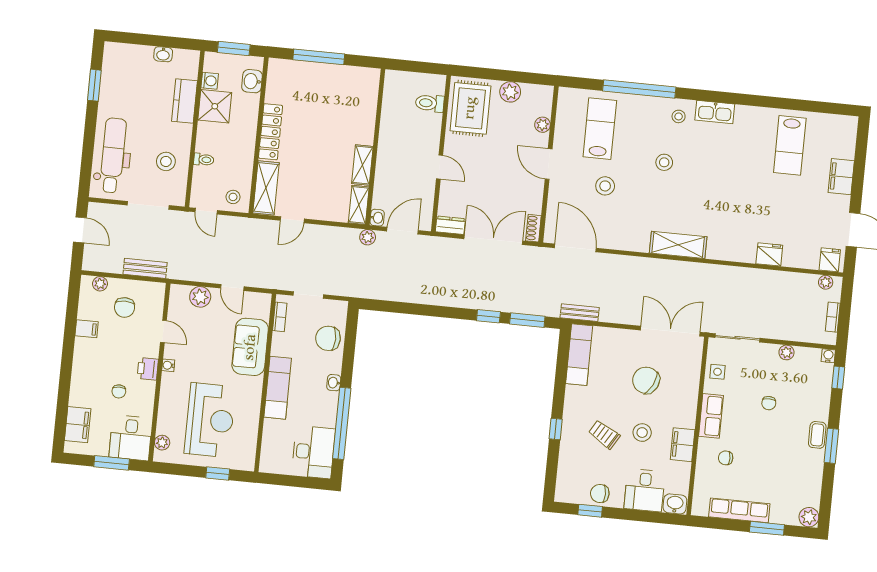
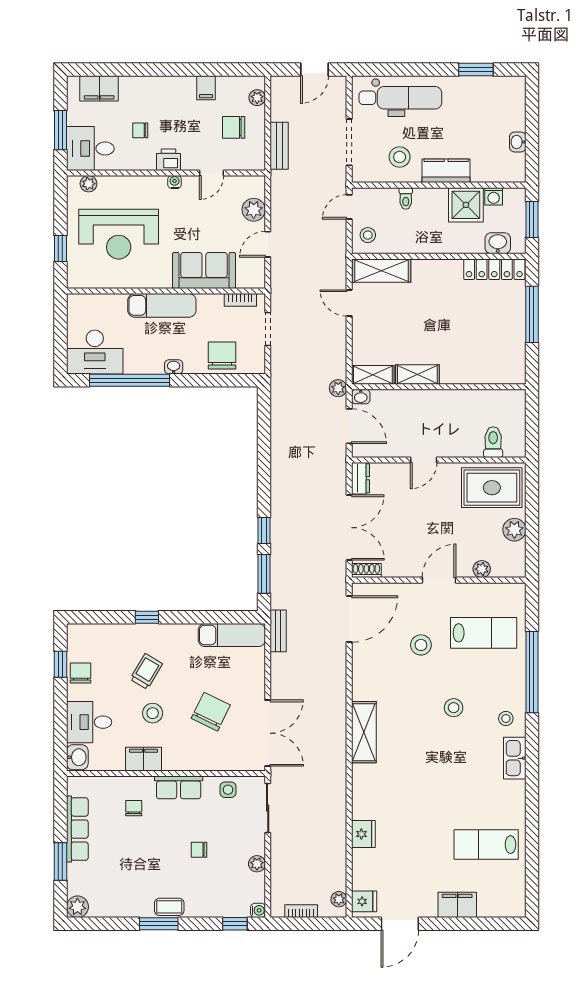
kitchen counter: (184, 101) -> (446, 171), moved
locker: (271, 132) -> (494, 269), moved

